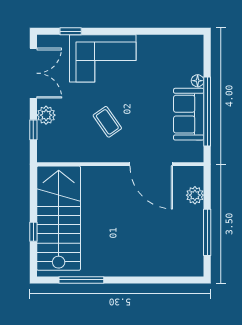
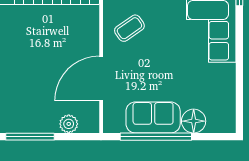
floor lamp: (198, 81) -> (194, 121), width x1.89, depth x1.89
coffee table: (107, 122) -> (129, 28), moved

